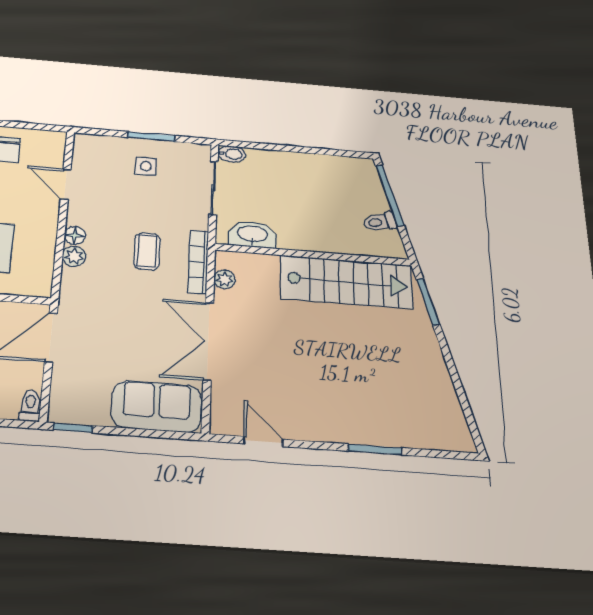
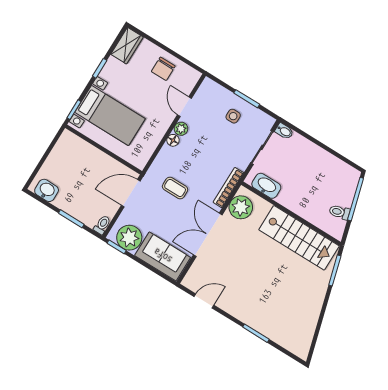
coffee table: (147, 251) -> (175, 188), moved, turned 90
plant: (74, 256) -> (181, 129), moved
plant: (225, 279) -> (241, 207), width x1.87, depth x1.87
plant: (86, 404) -> (129, 238), added
door: (263, 441) -> (204, 301), hinge flipped

